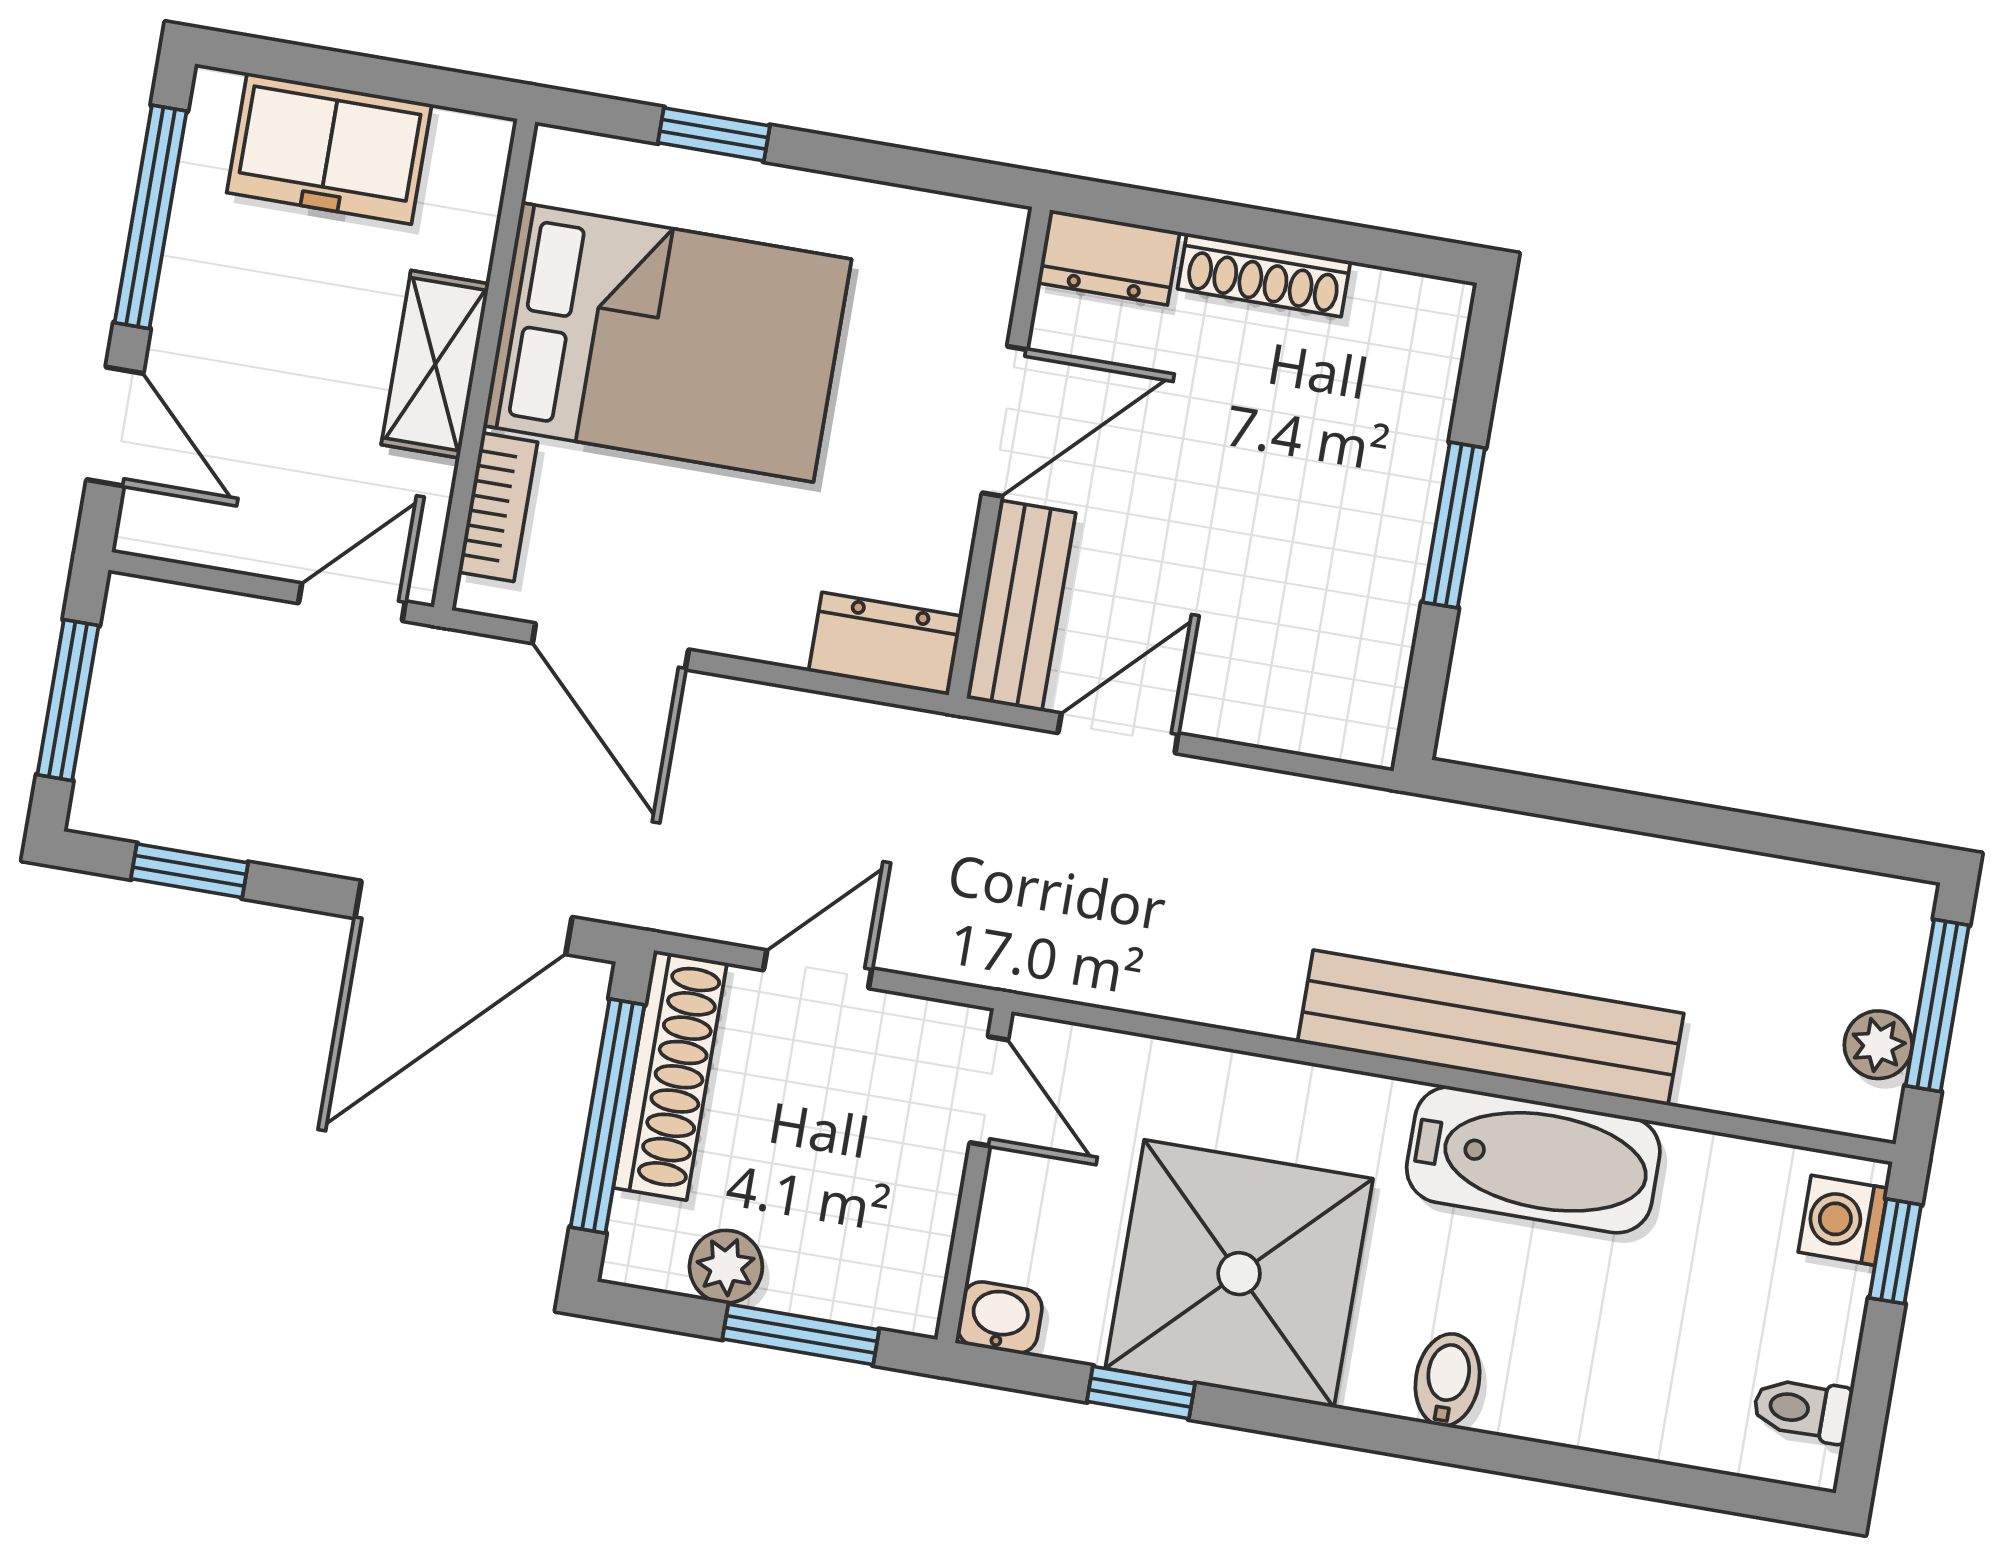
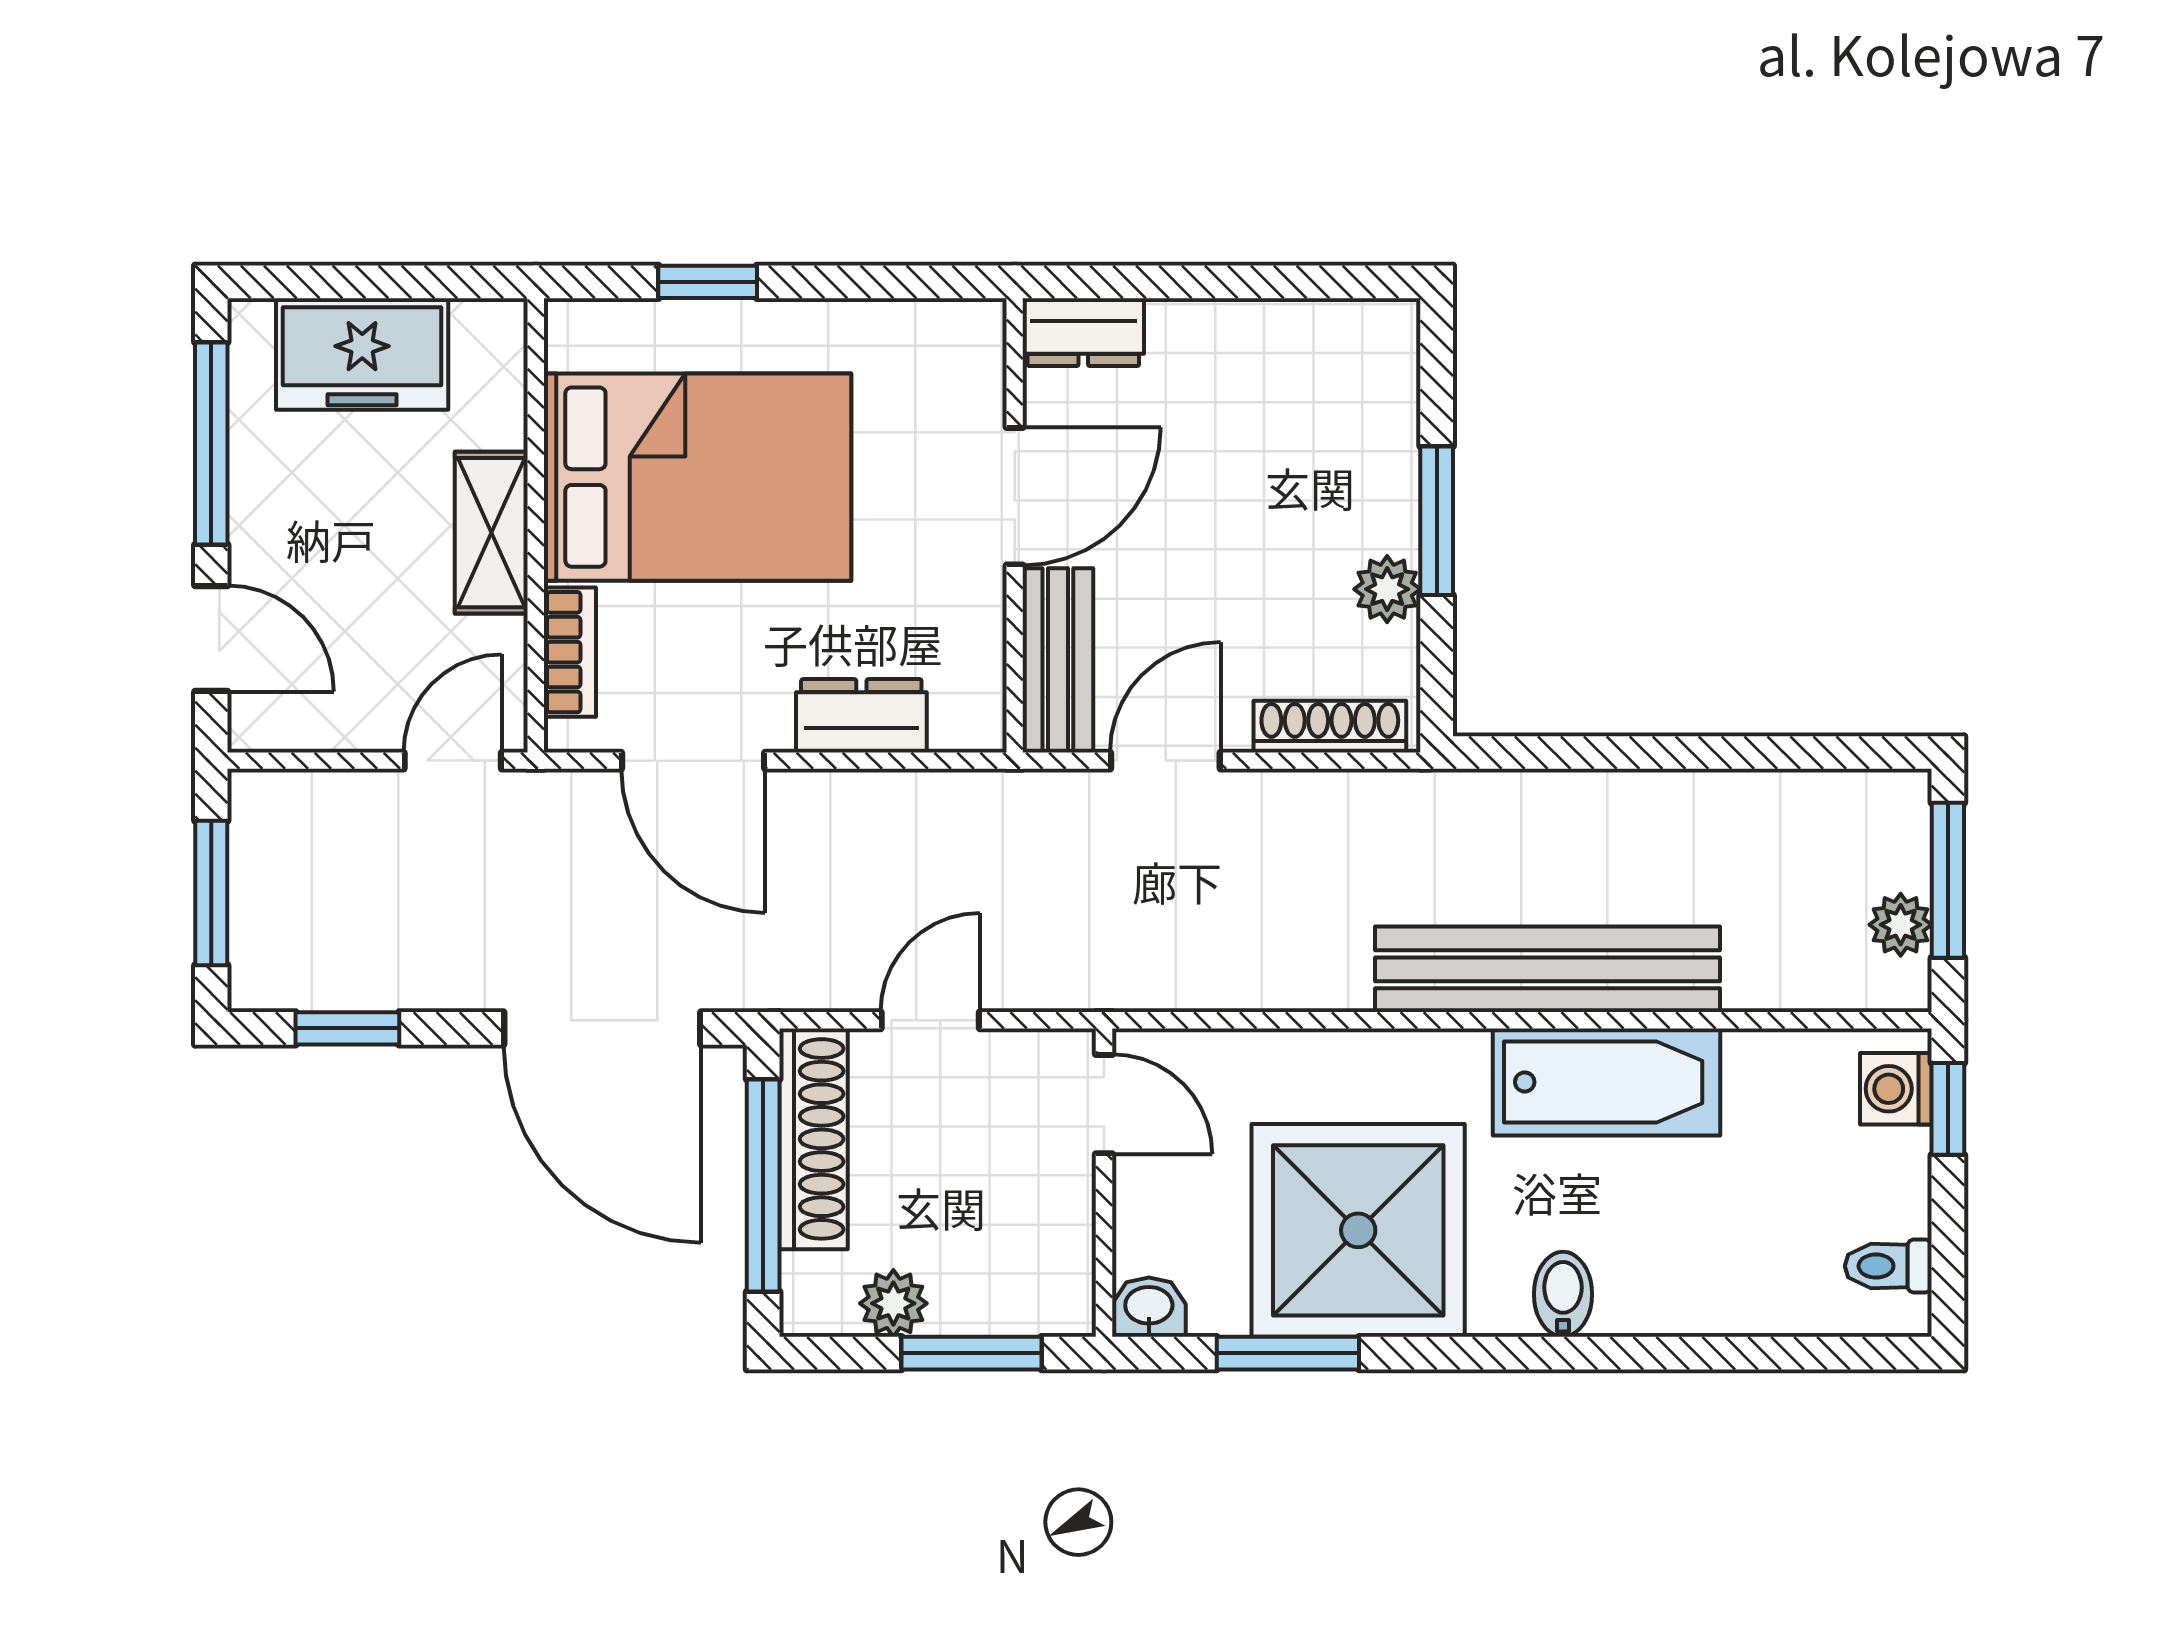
shoe rack: (1264, 275) -> (1330, 727), moved, turned 180
plant: (1388, 590) -> (1387, 589), added
dresser: (885, 644) -> (861, 716), moved
door: (464, 918) -> (602, 1028), hinge flipped
window: (1141, 1393) -> (1288, 1353), width x1.50

